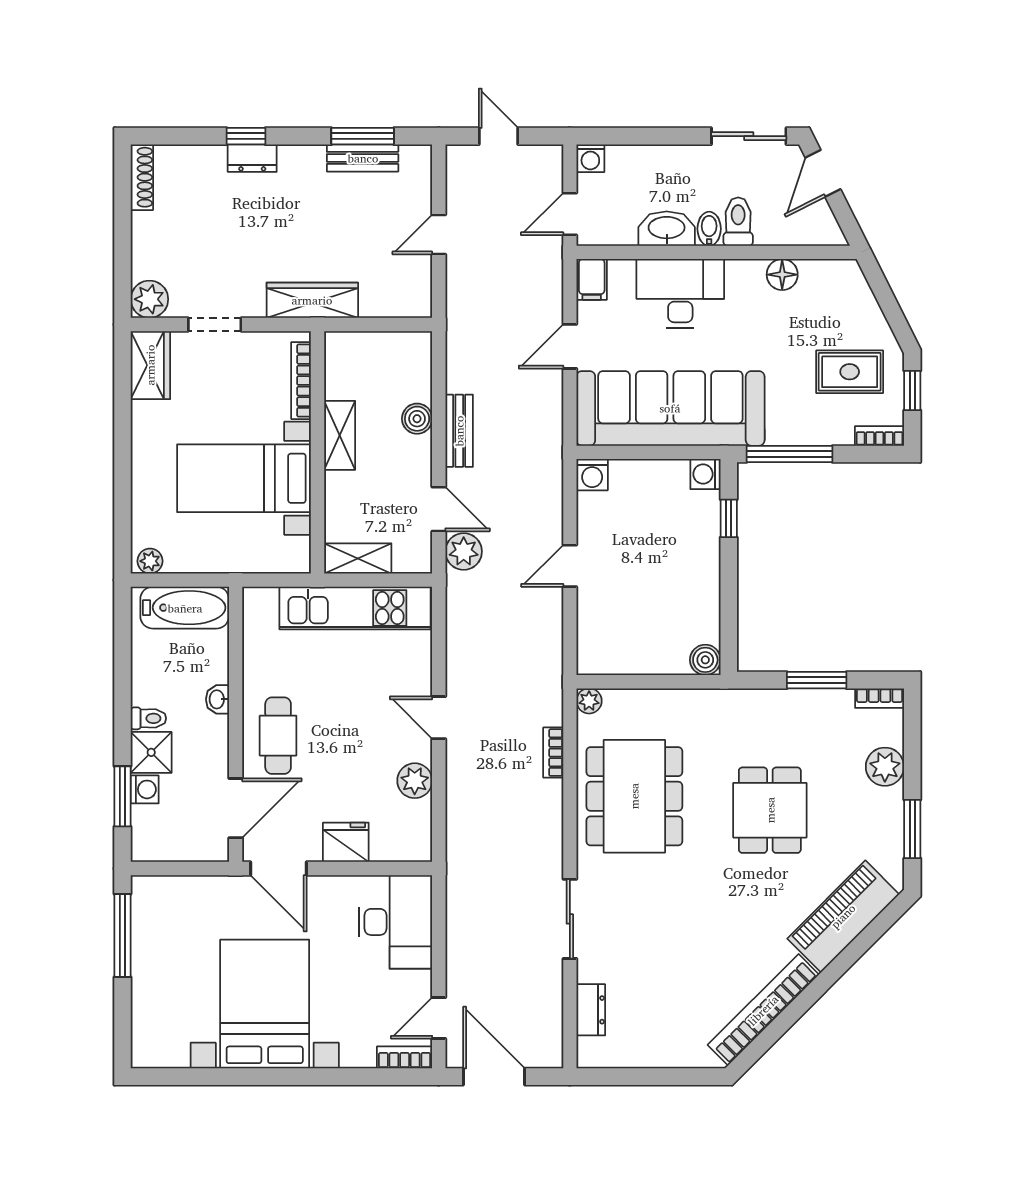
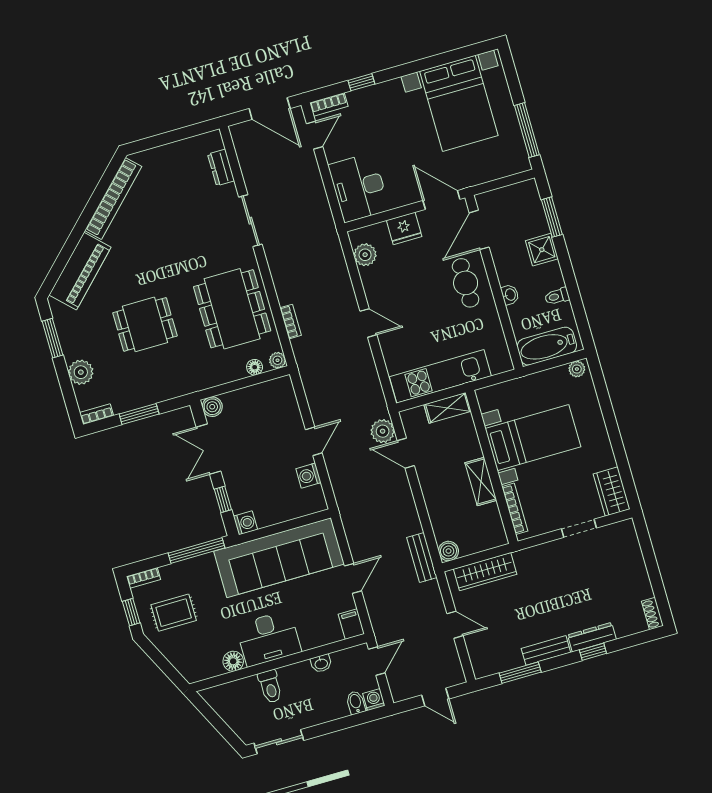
dresser: (252, 158) -> (592, 637), width x1.44
bench: (363, 158) -> (546, 650), moved
door: (823, 173) -> (226, 732), removed
shoe rack: (142, 177) -> (652, 614), width x0.70
washbasin: (667, 229) -> (321, 663), width x0.52, depth x0.69
bidet: (709, 229) -> (356, 703), moved, turned 180
door: (439, 234) -> (455, 625), hinge flipped
desk: (680, 293) -> (269, 638), moved
plant: (149, 299) -> (624, 532), removed
wardrobe: (312, 300) -> (485, 572), moved
boiler: (417, 419) -> (448, 551), moved
bench: (459, 431) -> (422, 558), moved
washing machine: (592, 475) -> (308, 476), moved, turned -90
double door: (729, 599) -> (208, 449), added
floor lamp: (626, 700) -> (255, 367), added
toilet: (148, 718) -> (557, 296), moved
plant: (415, 781) -> (365, 255), moved
washing machine: (145, 789) -> (539, 225), removed
dining table: (770, 810) -> (145, 324), turned 90
bed with nightstands: (265, 1004) -> (459, 103), moved
window: (347, 1077) -> (361, 82), added

